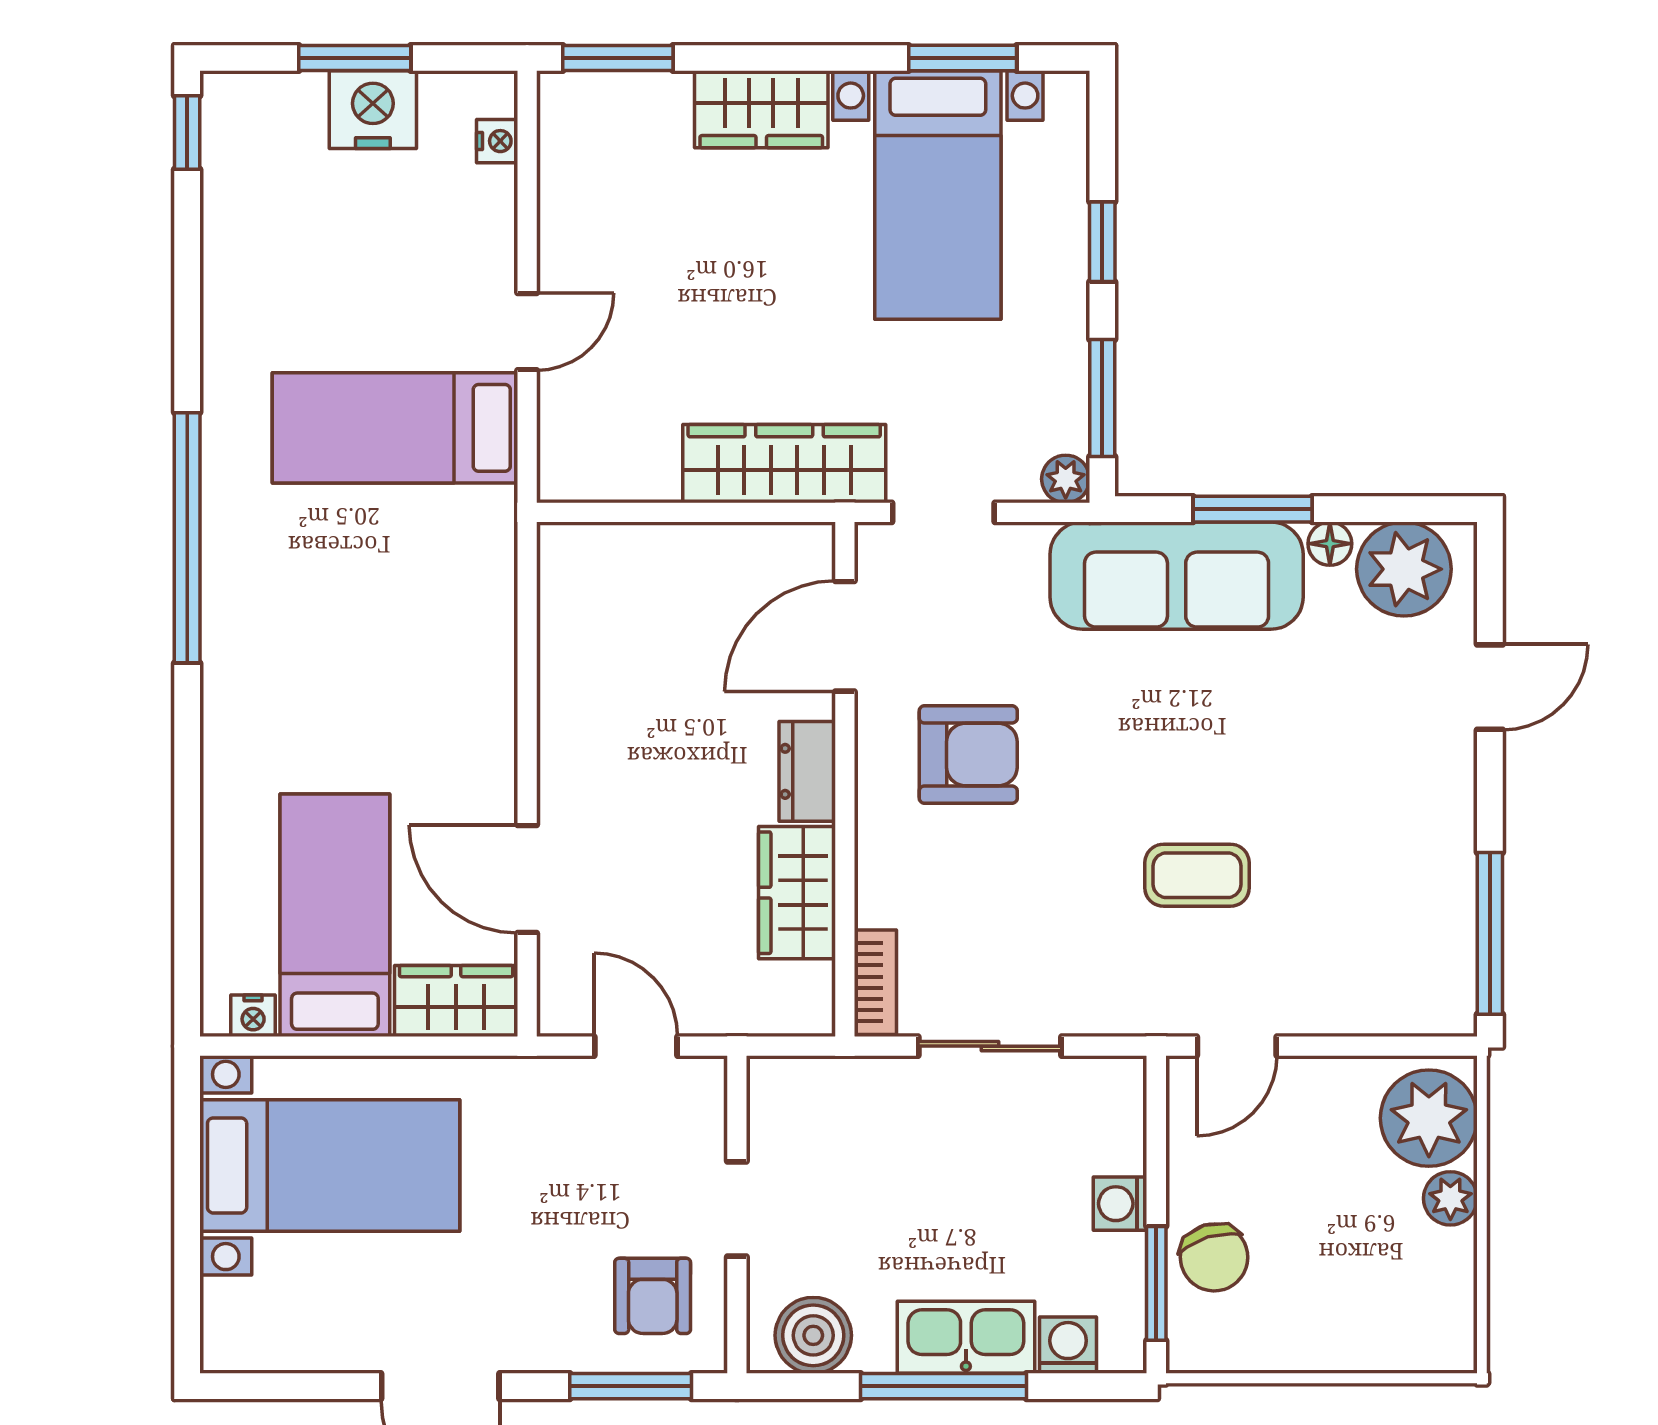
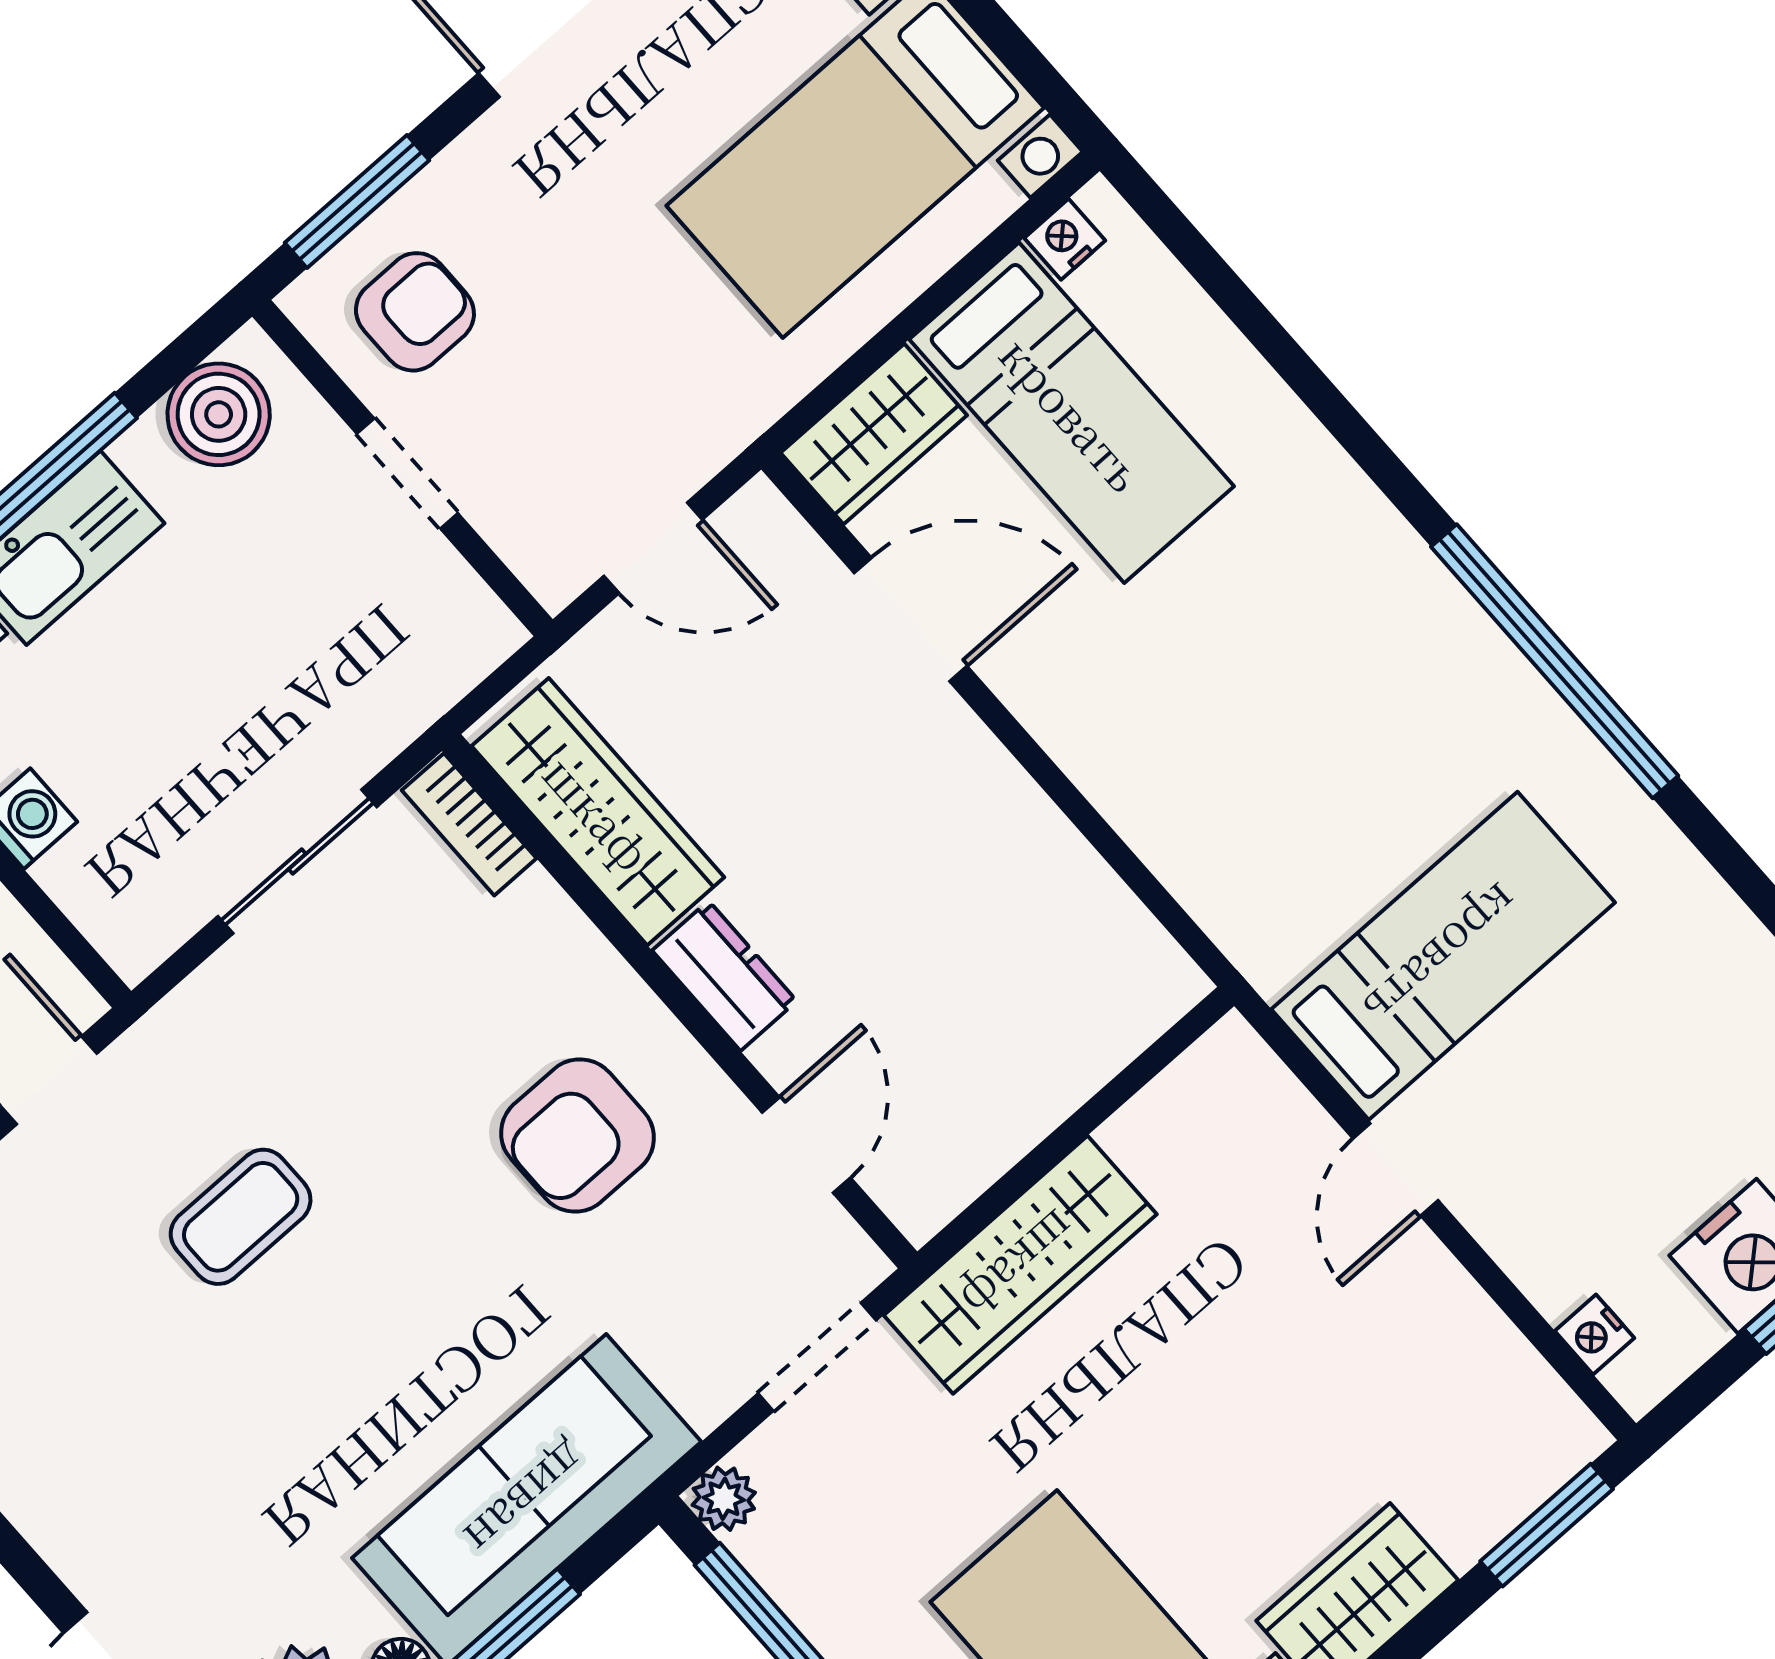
door: (845, 636) -> (806, 1145), width x0.73
wardrobe: (797, 893) -> (598, 812), width x1.50
armchair: (653, 1296) -> (415, 312), turned 90

